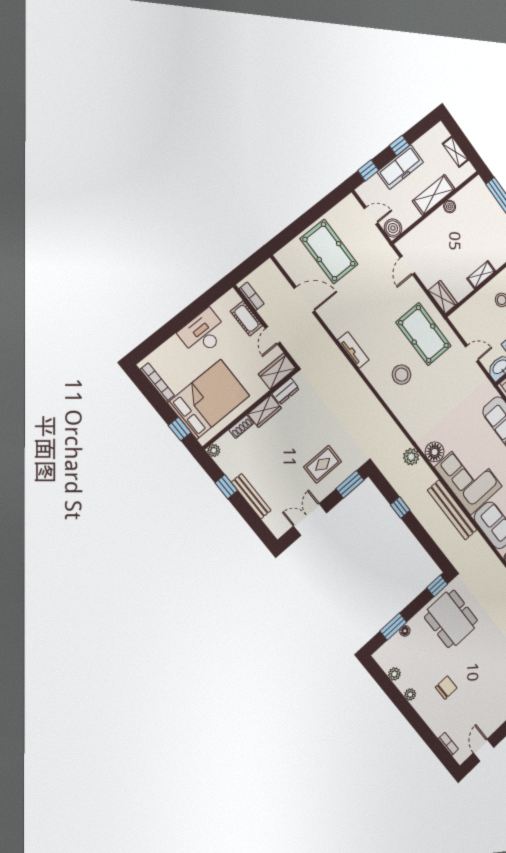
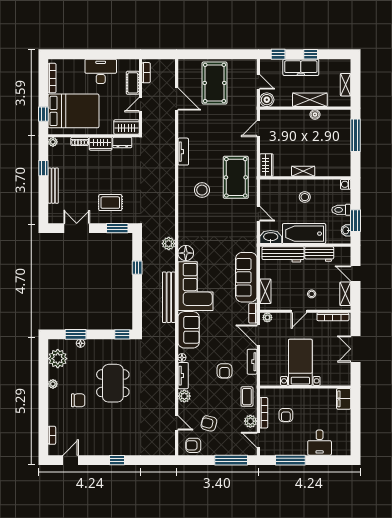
dining table: (451, 619) -> (113, 383), moved
plant: (394, 674) -> (58, 359), width x1.88, depth x1.88

